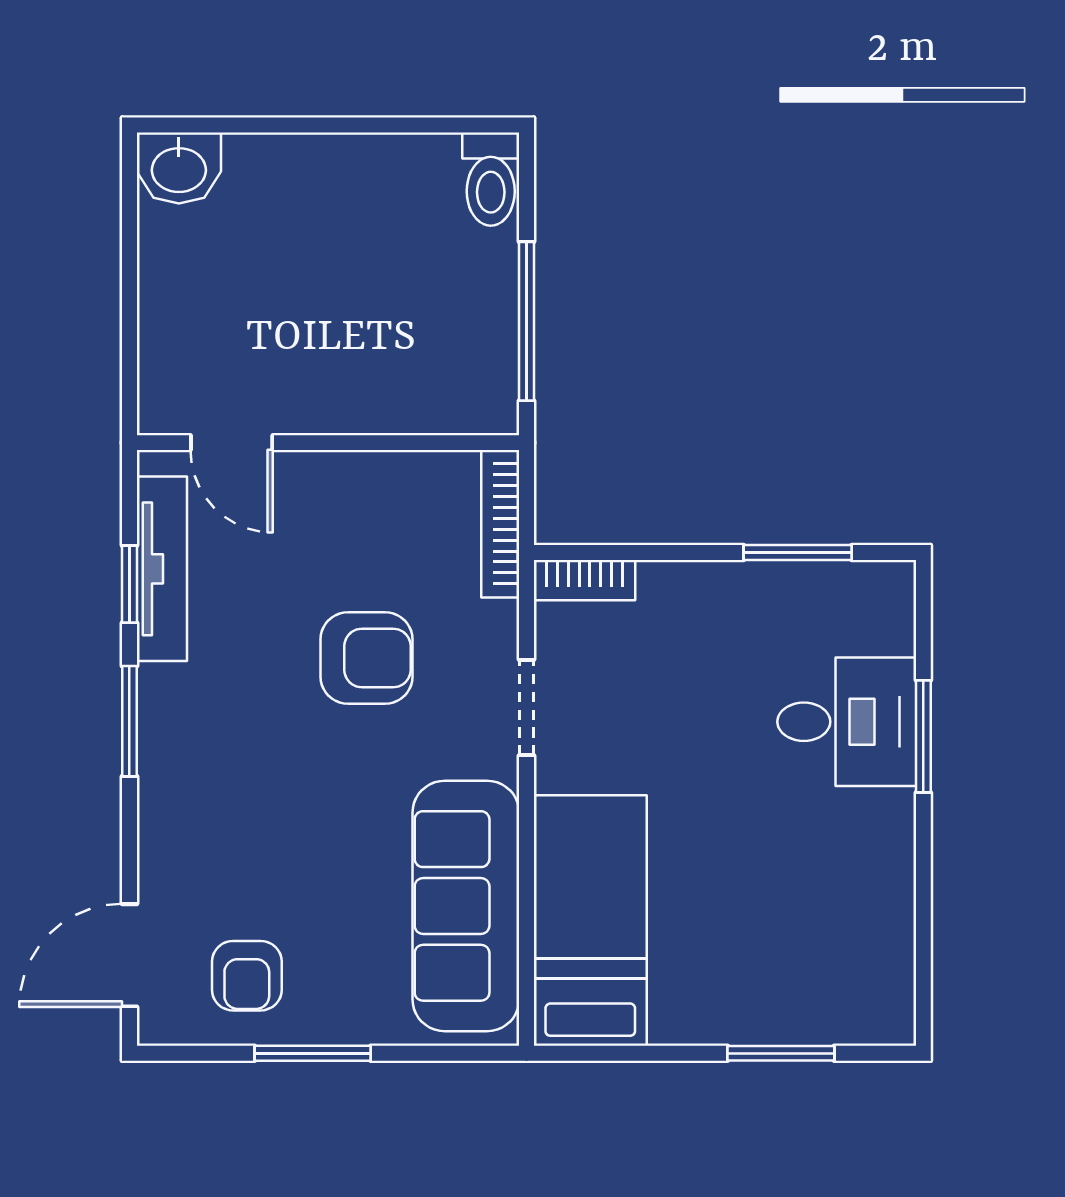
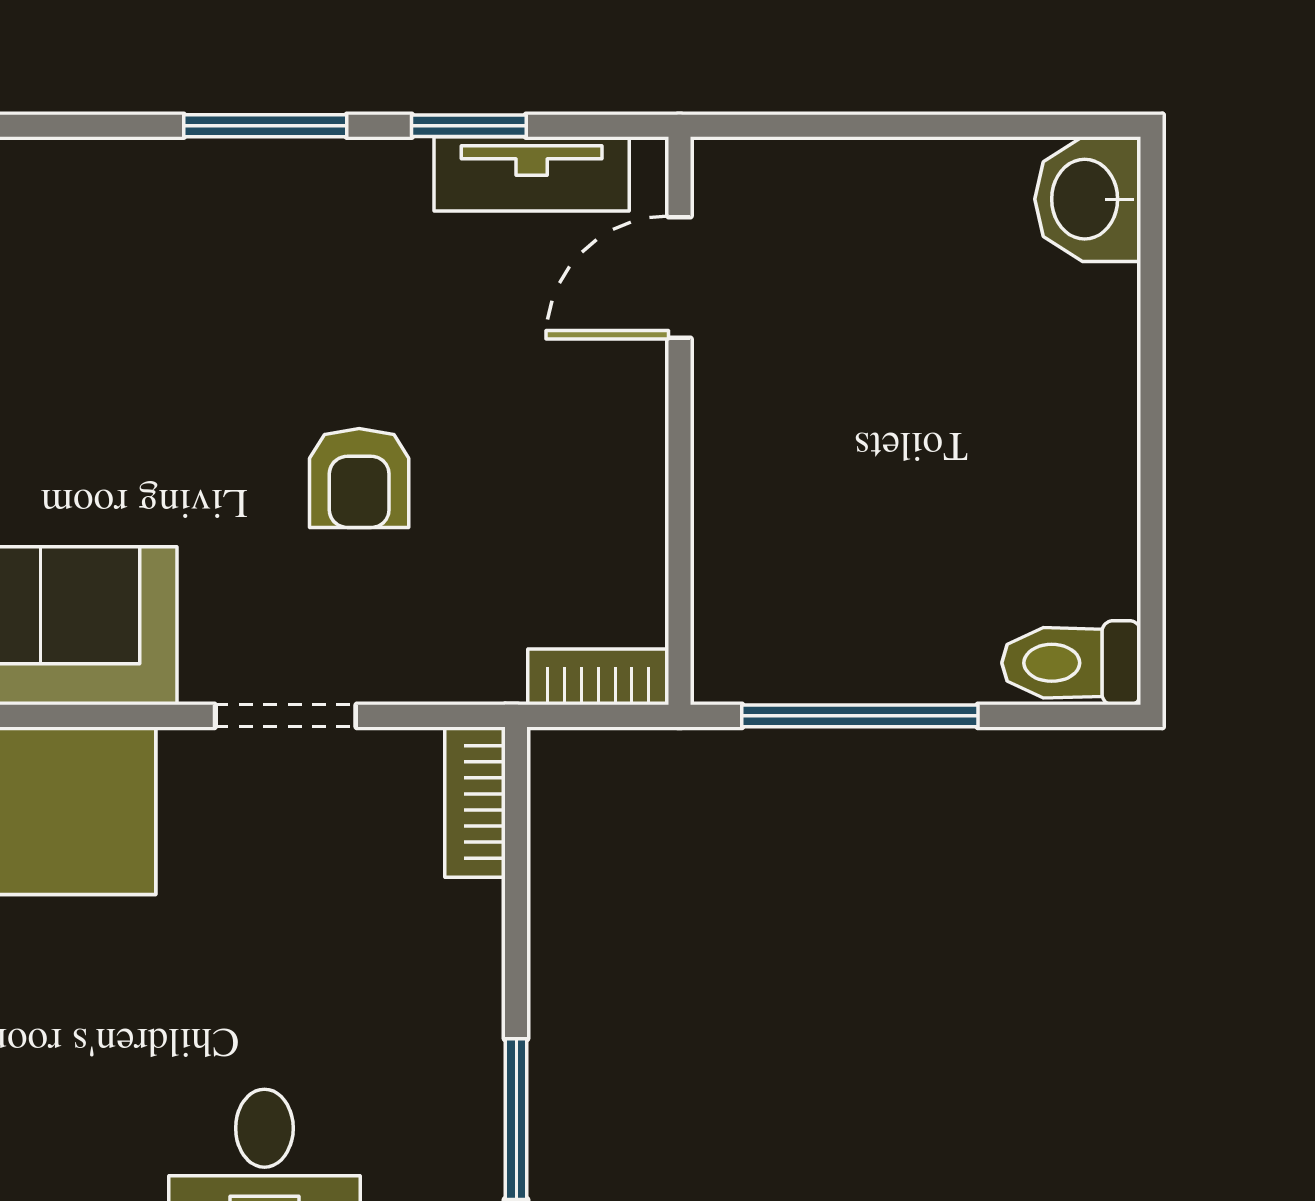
bookcase: (500, 524) -> (598, 677), width x0.64
tv unit: (162, 569) -> (532, 174), width x0.71
armchair: (366, 658) -> (359, 478), width x0.72, depth x0.72

